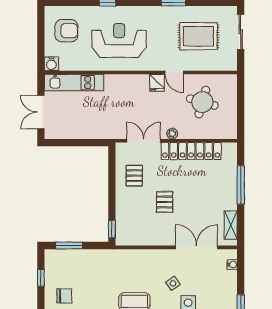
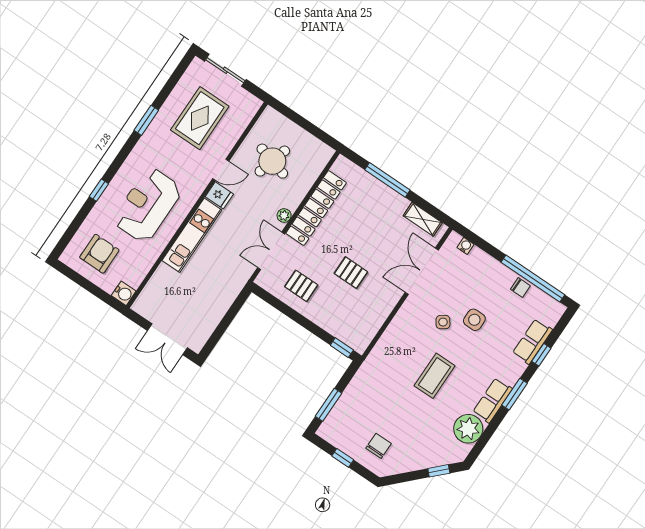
kitchen unit: (74, 83) -> (192, 235), moved

